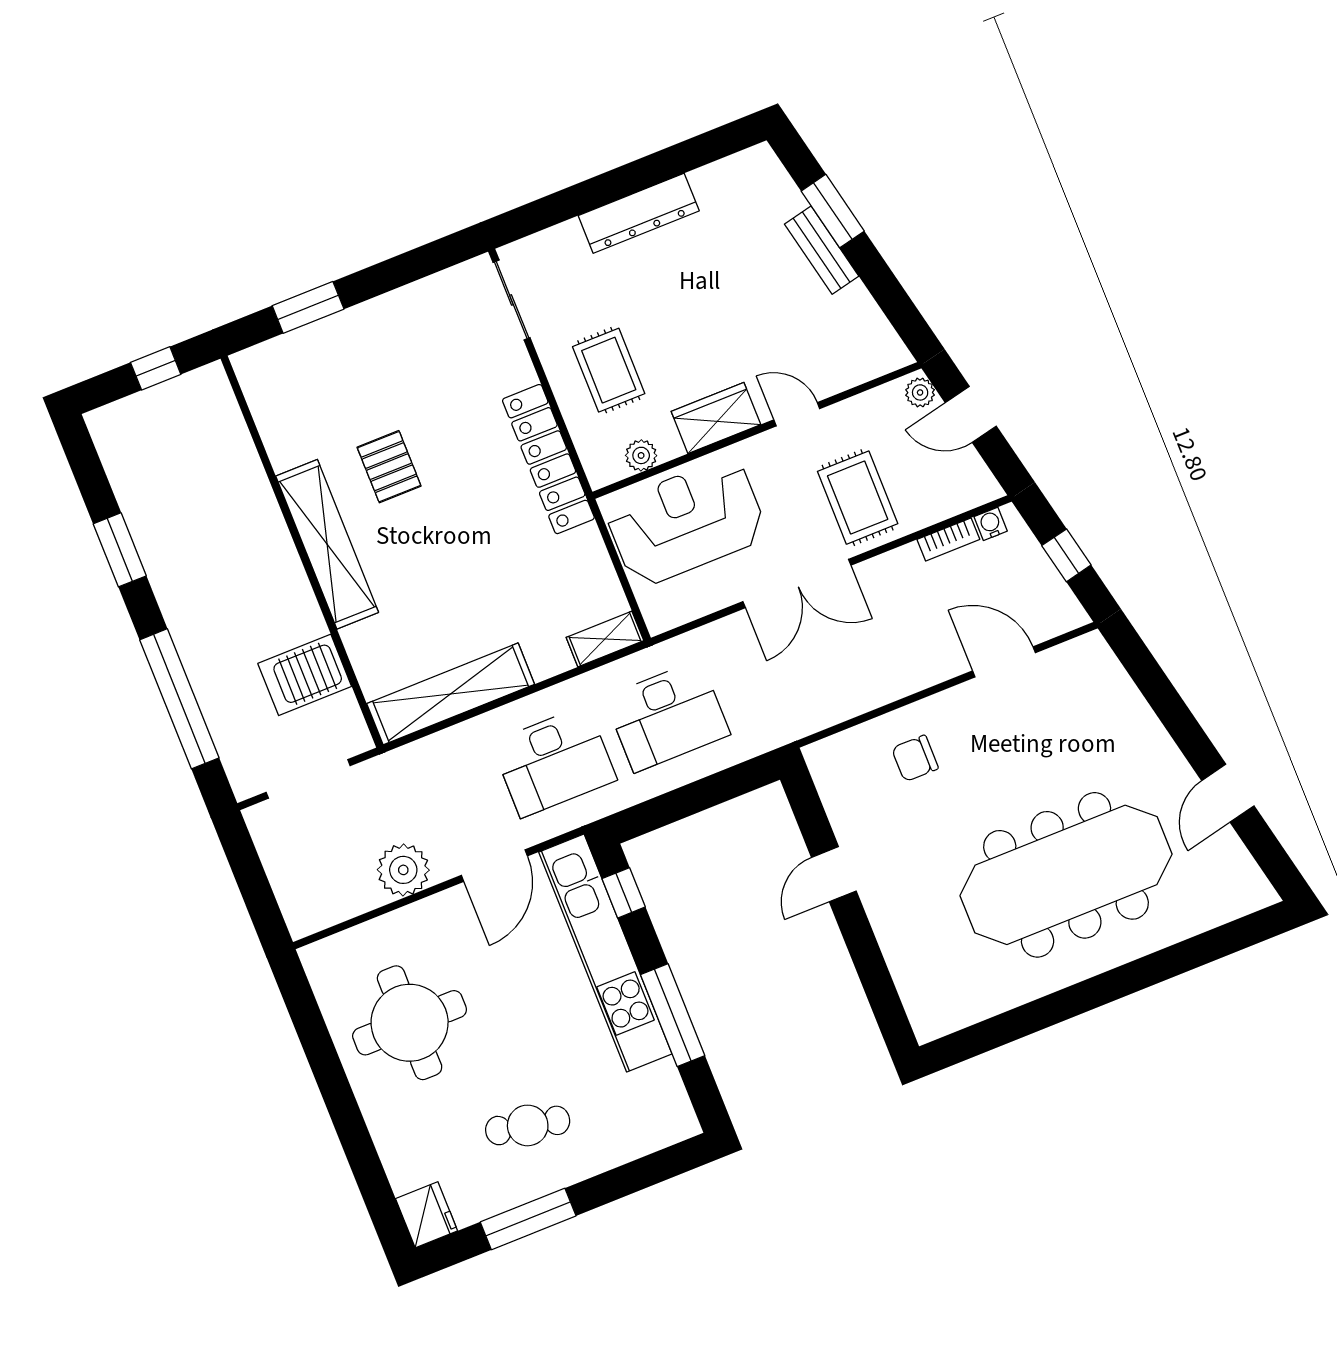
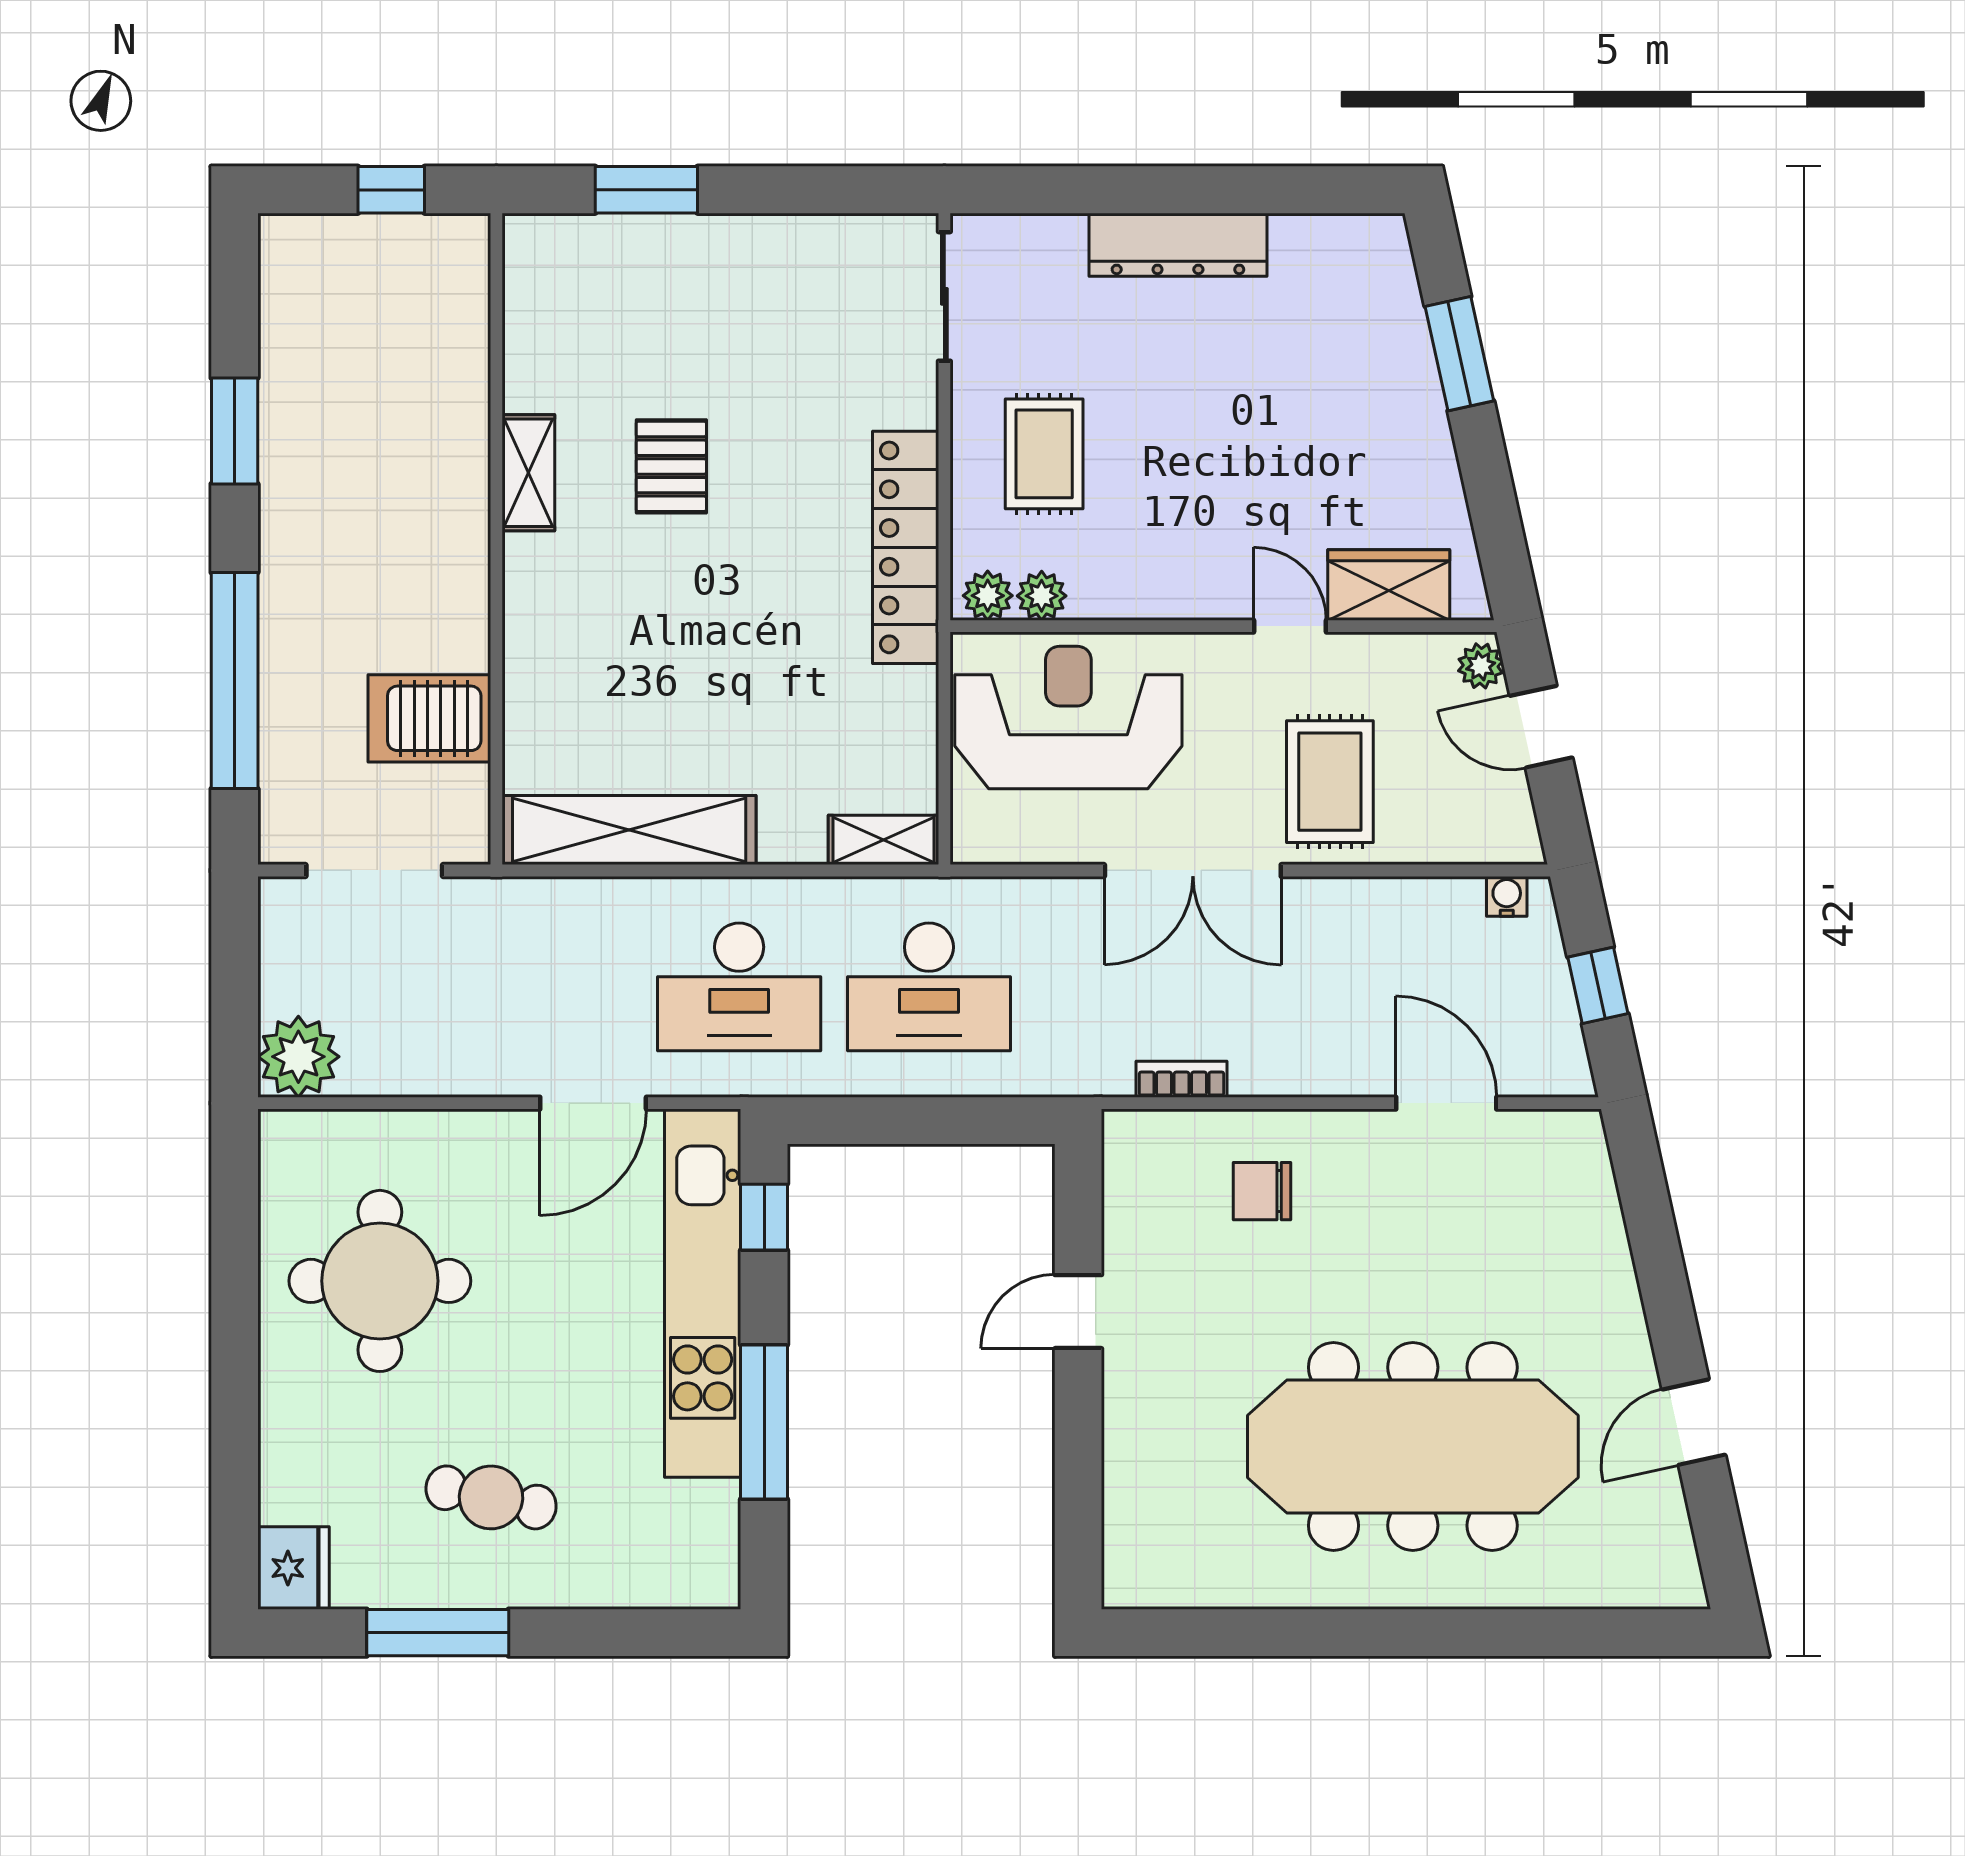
bench: (822, 250) -> (1421, 404), removed
wardrobe: (716, 418) -> (1389, 585), moved
plant: (609, 468) -> (988, 596), added
bookcase: (948, 539) -> (1181, 1079), moved, turned 180
shelving: (327, 544) -> (528, 473), width x0.45, depth x0.75
plant: (403, 870) -> (298, 1057), moved

